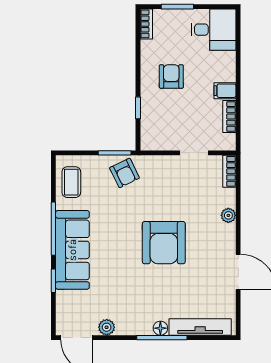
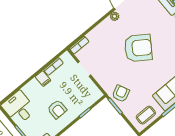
armchair: (171, 76) -> (57, 109), turned -90
plant: (228, 215) -> (115, 16), moved
armchair: (164, 243) -> (138, 48), turned 34

